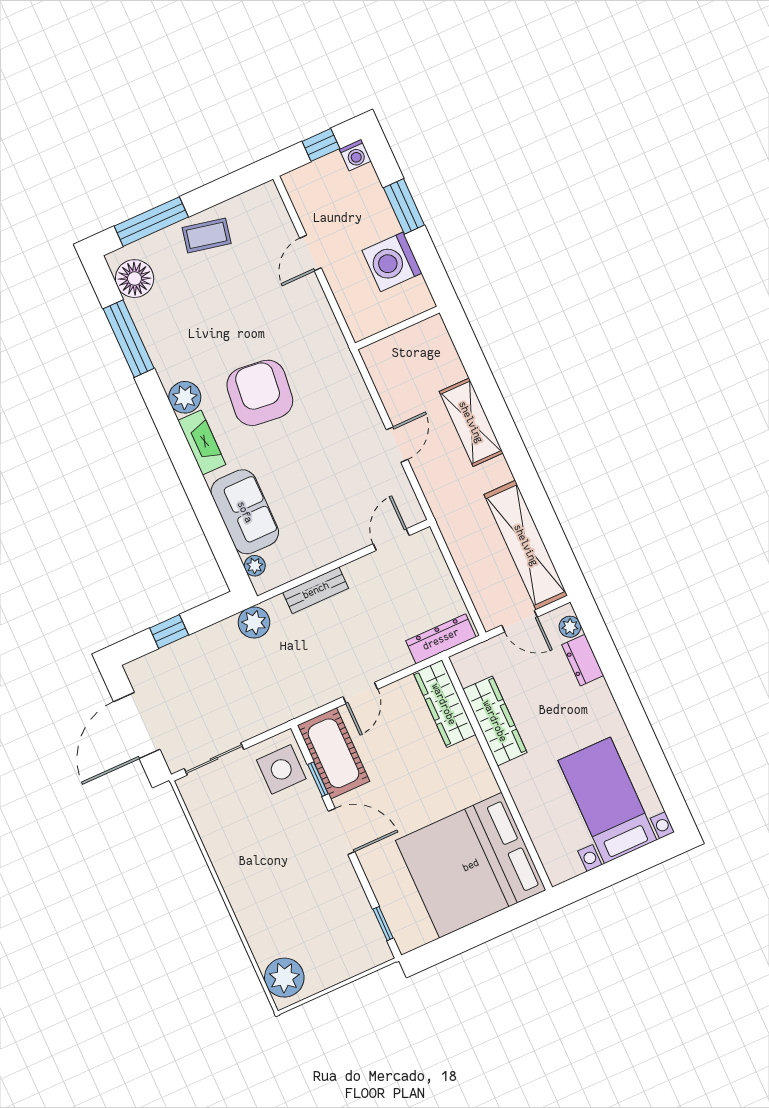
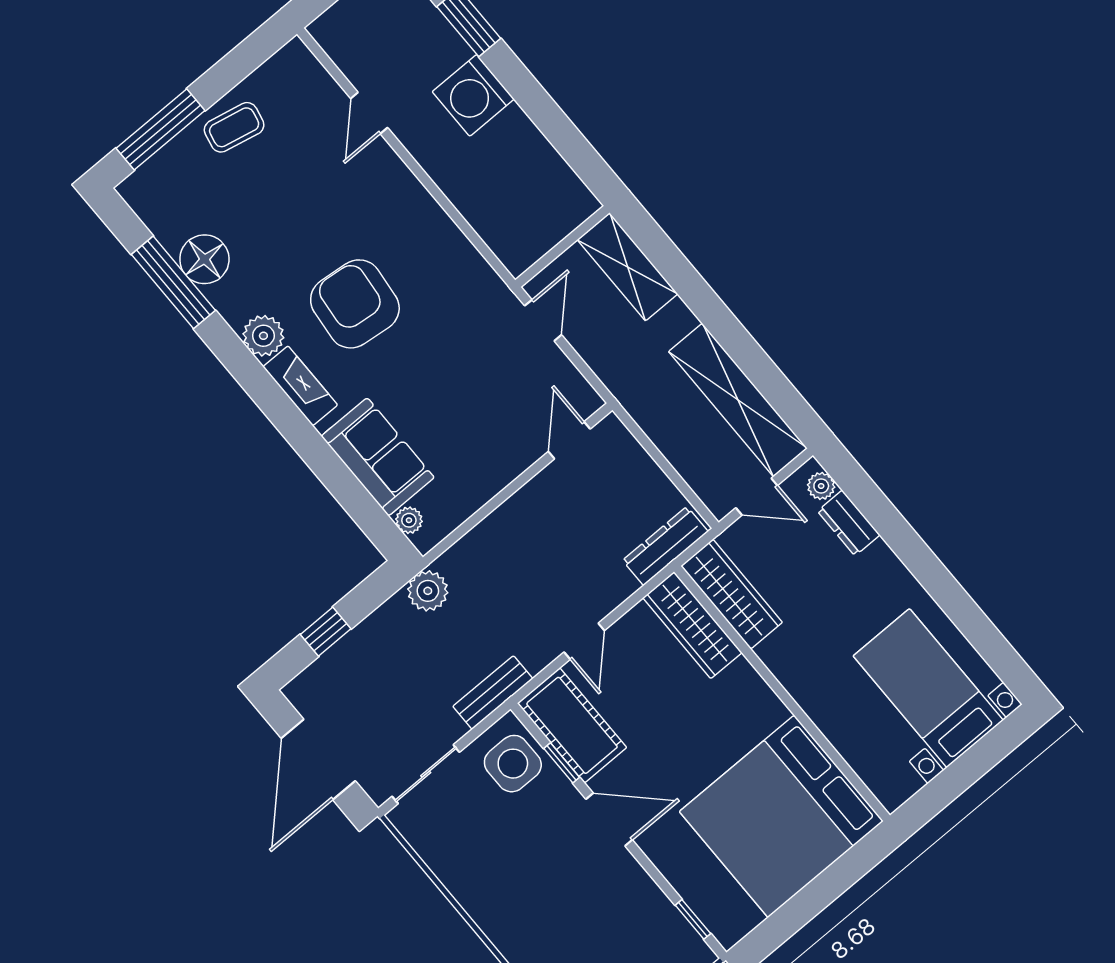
floor lamp: (135, 279) -> (204, 259), moved
wall: (397, 328) -> (562, 246), moved
bench: (316, 590) -> (493, 693), moved
wardrobe: (495, 721) -> (732, 594), moved

